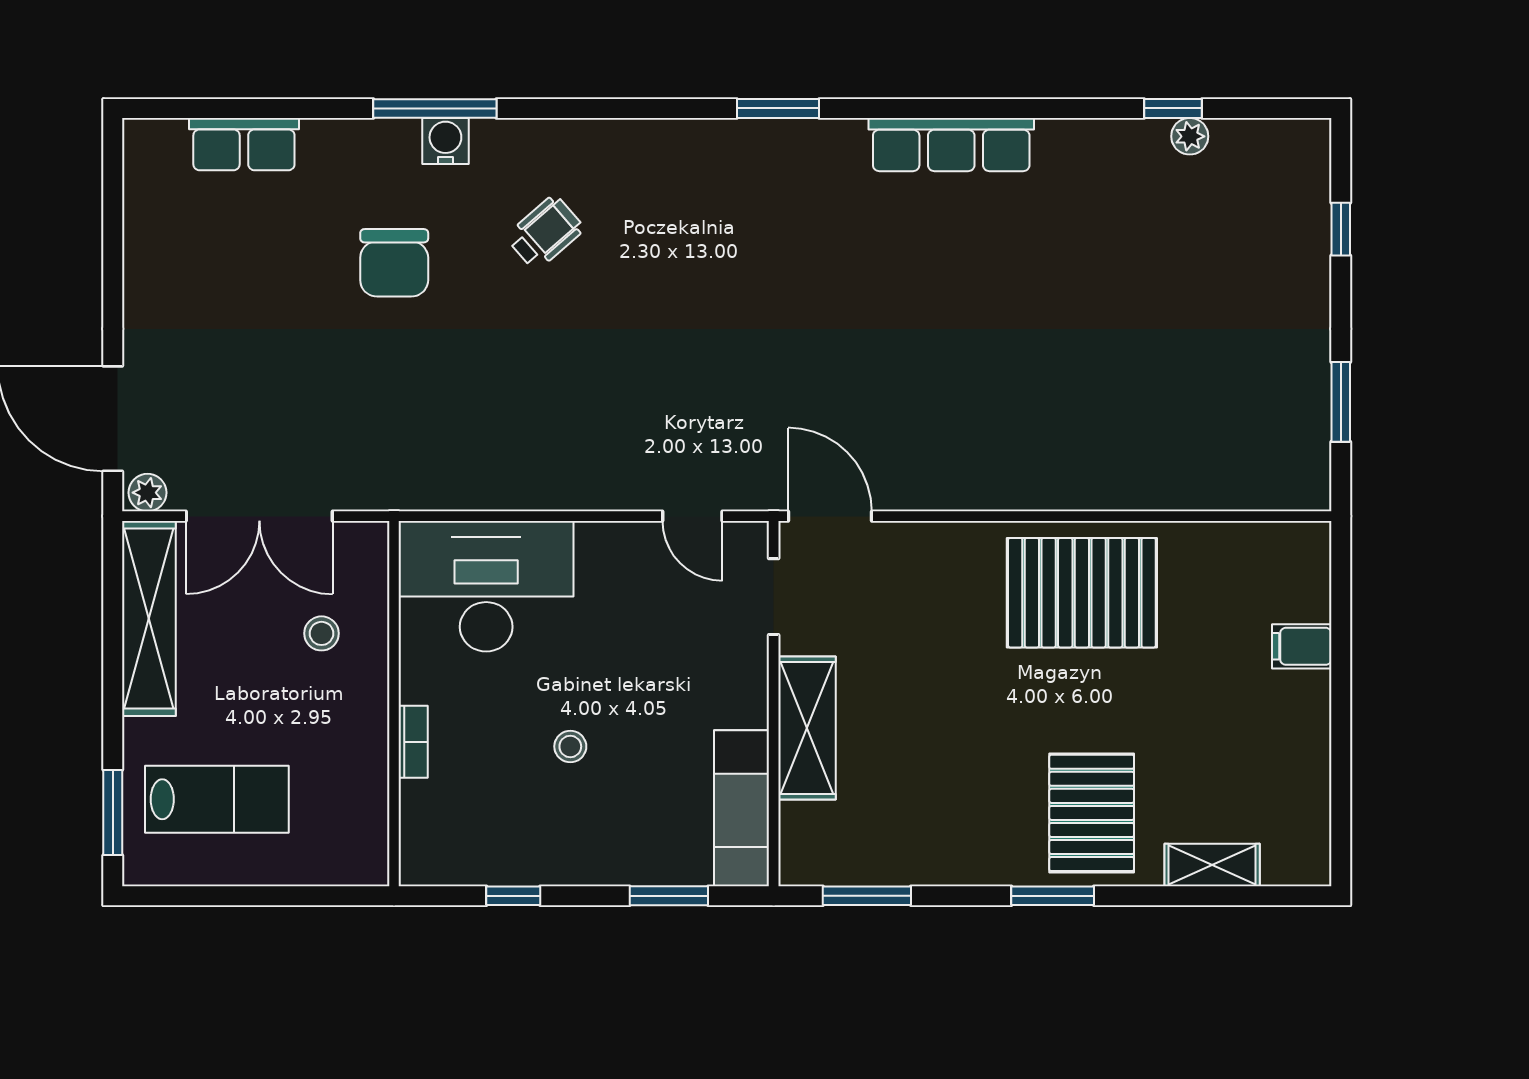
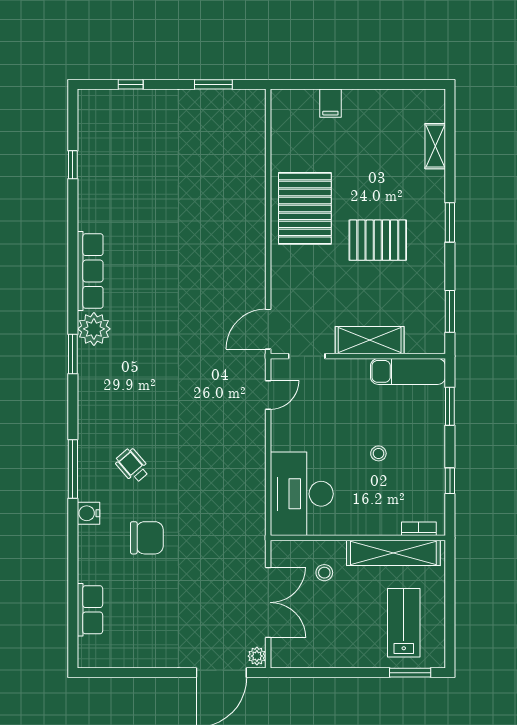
window: (435, 108) -> (73, 469), moved
plant: (1190, 136) -> (94, 329), moved, width x1.87, depth x1.87
shelving: (149, 618) -> (393, 553), moved
bookcase: (413, 742) -> (419, 529), moved
pallet: (1092, 813) -> (378, 240), moved

